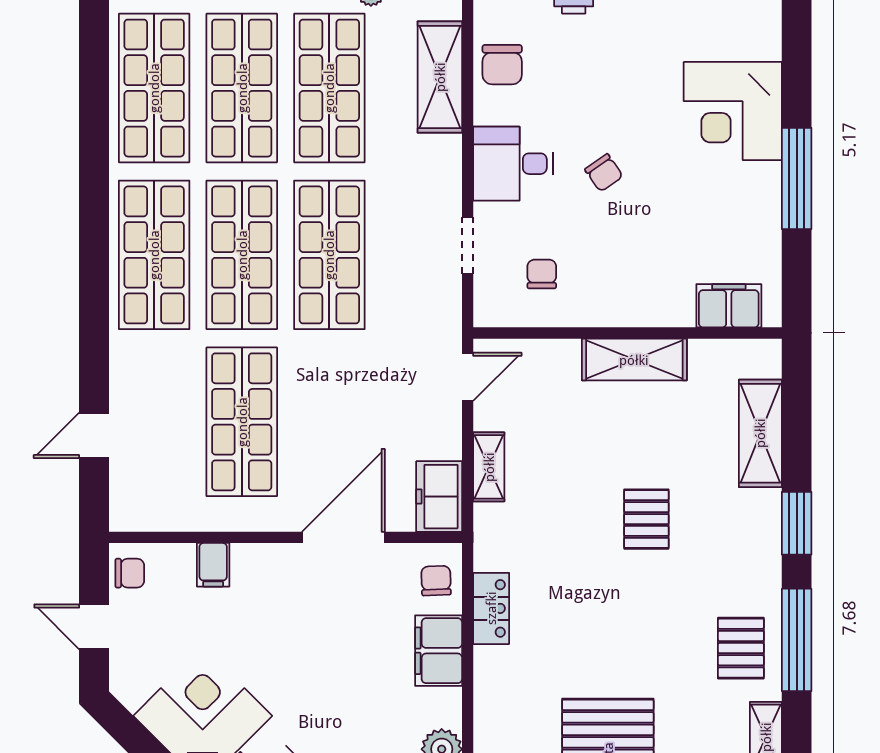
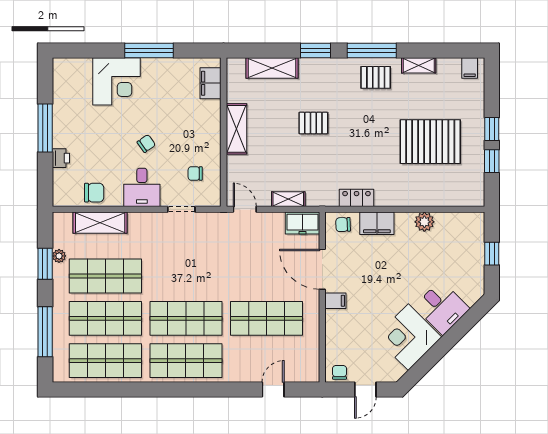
shop shelf: (329, 255) -> (186, 276), removed
door: (94, 435) -> (273, 390), swing flipped
filing cabinet: (213, 565) -> (335, 301), moved

